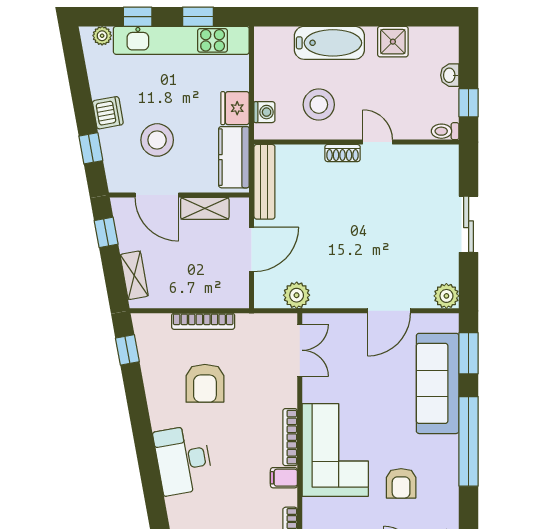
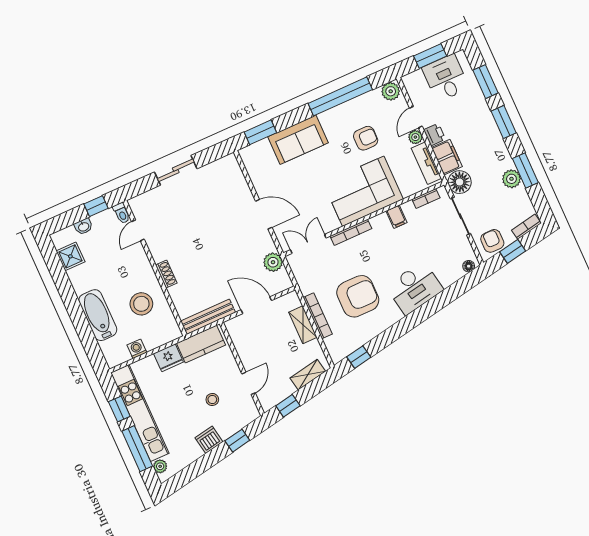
window: (138, 17) -> (137, 449), width x2.17
shower: (393, 42) -> (70, 256), moved
washing machine: (264, 112) -> (137, 349), moved
stool: (157, 140) -> (212, 399), width x0.53, depth x0.53
door: (377, 142) -> (138, 230), moved
door: (157, 195) -> (249, 383), width x0.73
shelving: (205, 208) -> (303, 325), moved
plant: (446, 296) -> (229, 164), removed
door: (389, 311) -> (264, 214), moved
armchair: (205, 383) -> (358, 296), width x1.36, depth x1.36
sofa: (438, 383) -> (298, 140), width x0.73
bookcase: (290, 437) -> (351, 232), moved
window: (469, 441) -> (340, 96), moved

